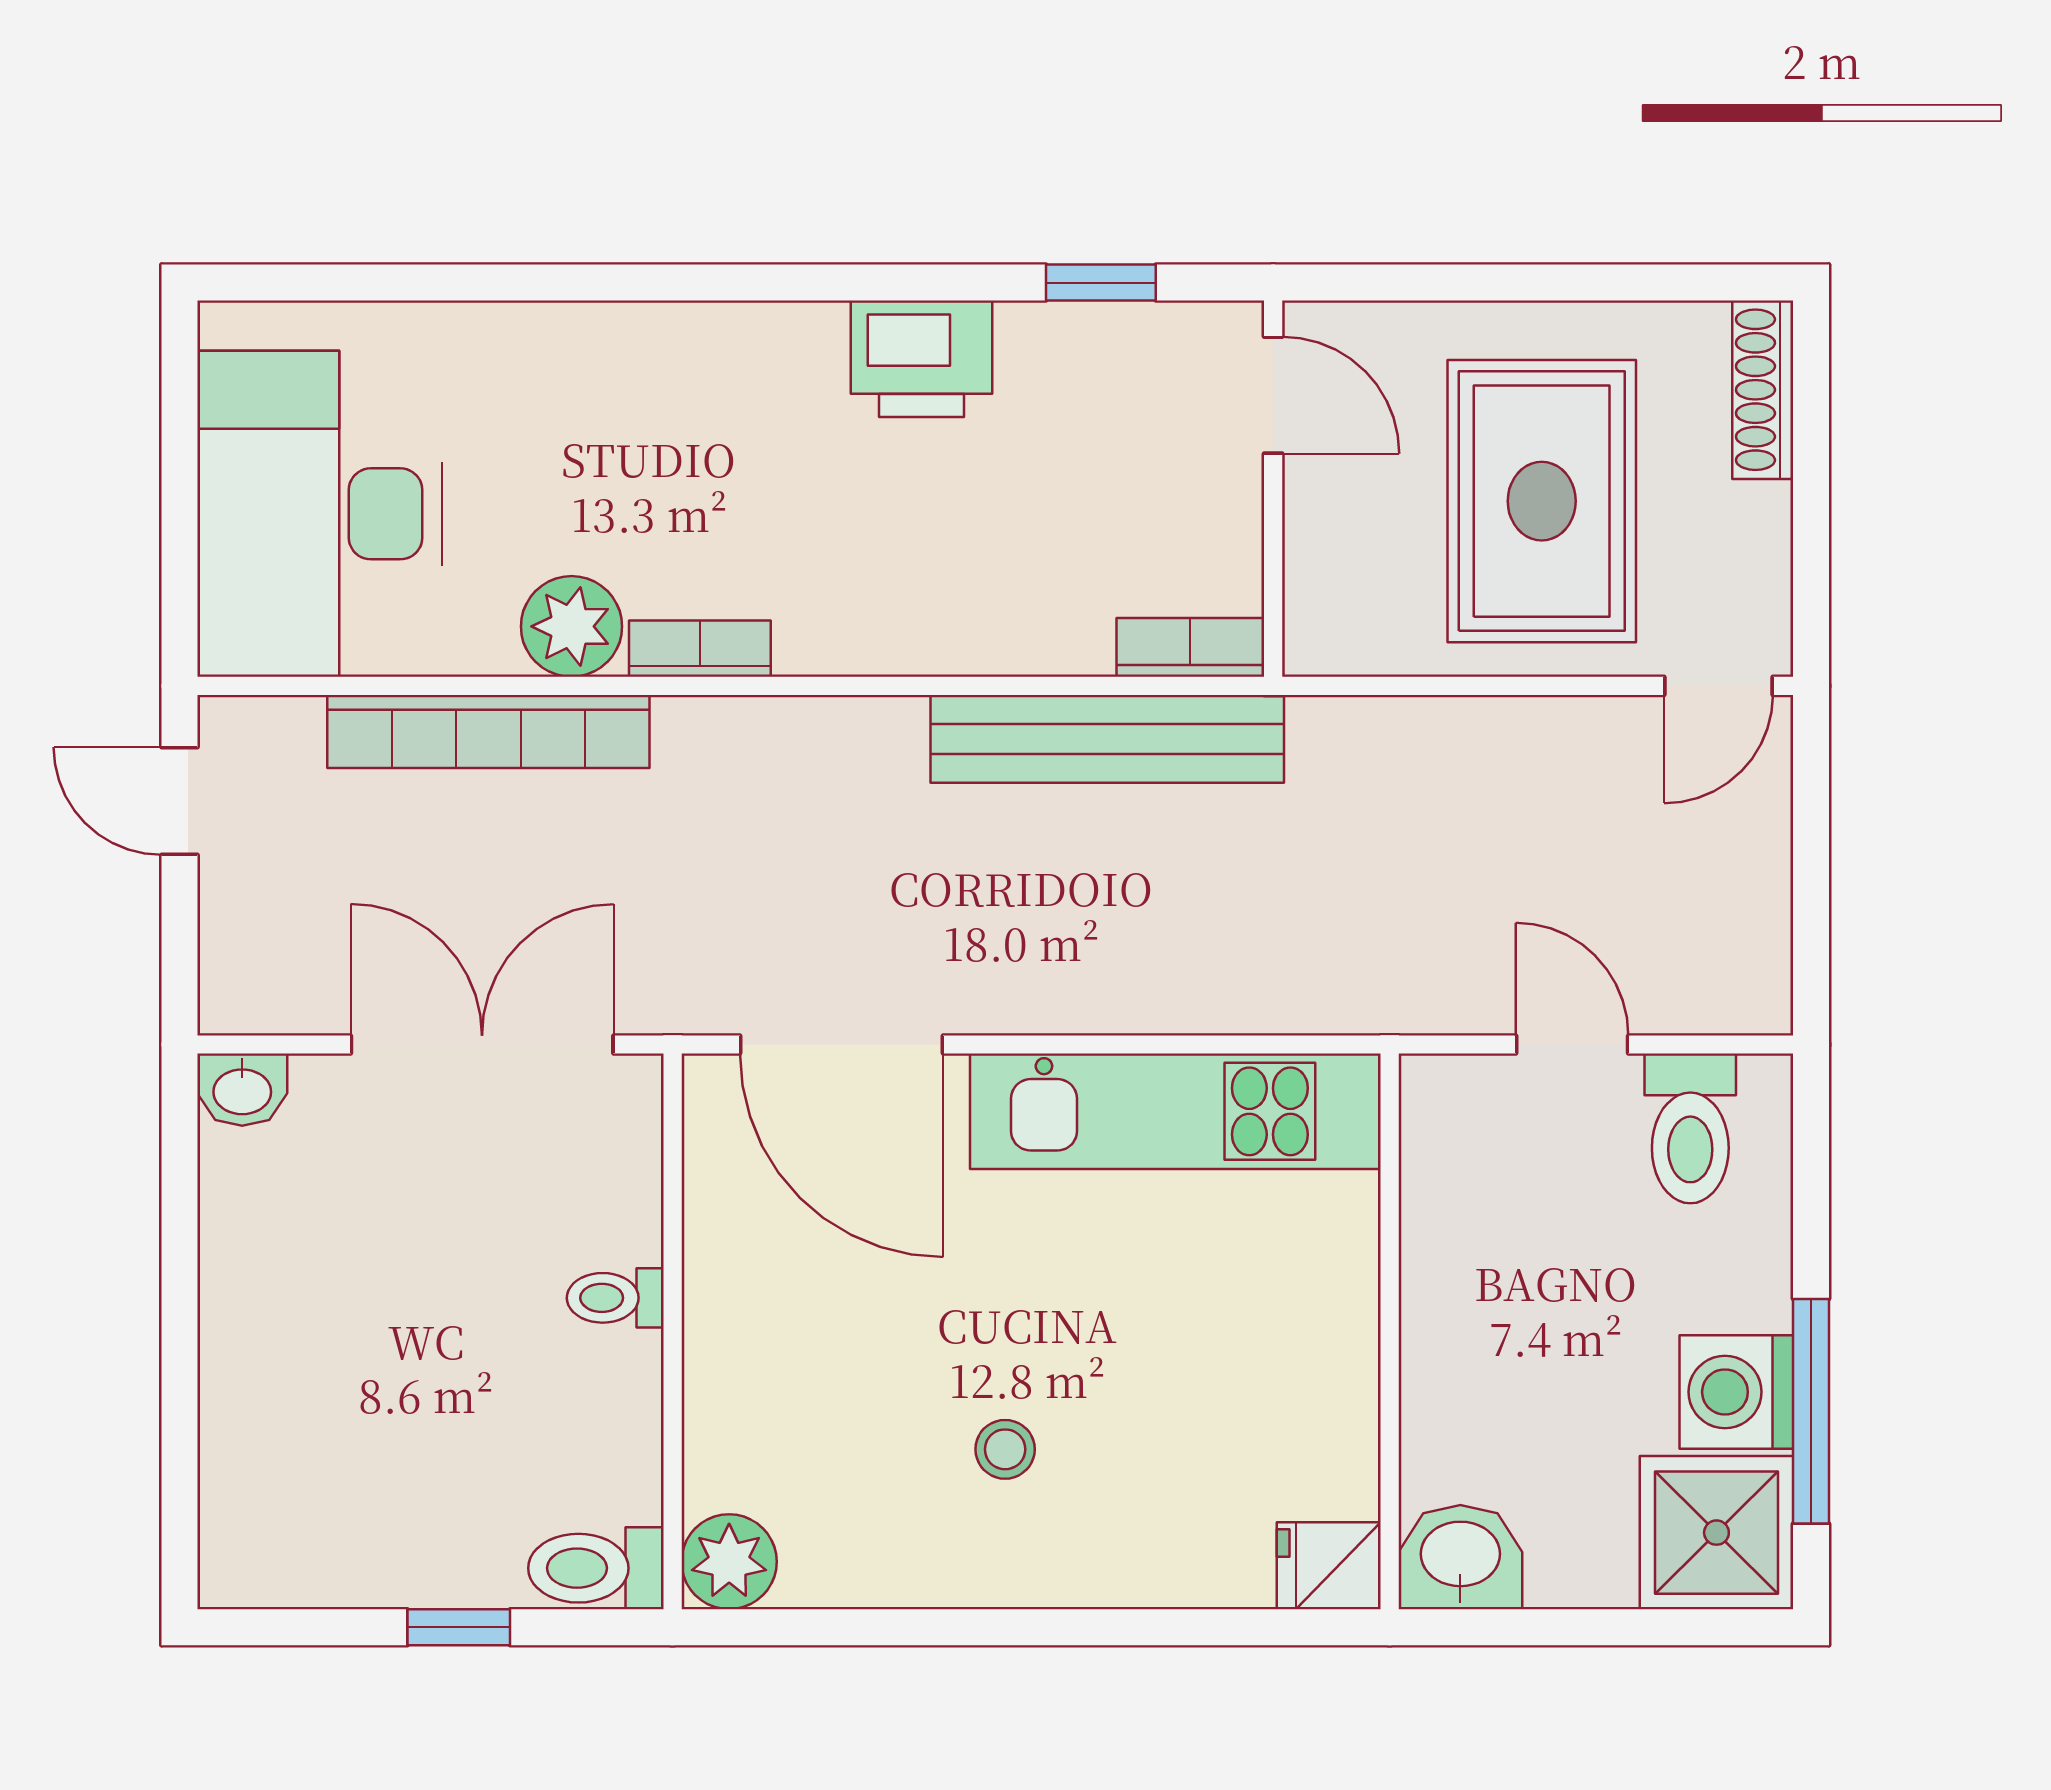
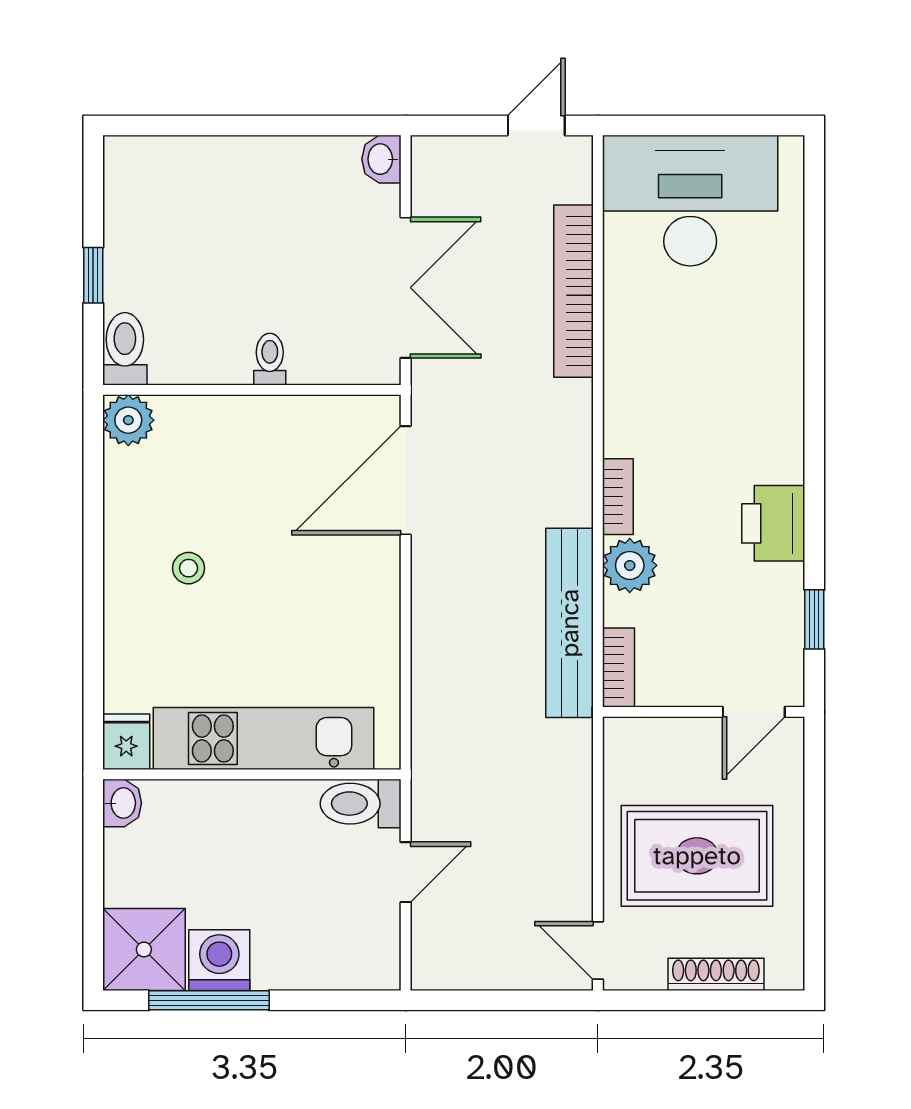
shoe rack: (1763, 390) -> (716, 974), moved
plant: (571, 626) -> (630, 565), moved
bookcase: (700, 649) -> (618, 497), moved
kitchen unit: (1175, 1111) -> (263, 738), moved, turned 90
toilet: (1690, 1128) -> (361, 804), moved
washbasin: (1460, 1557) -> (122, 803), width x0.72, depth x0.69

